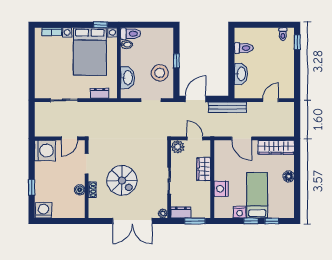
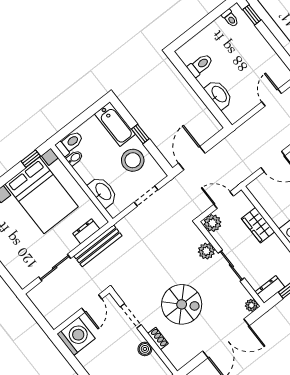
bathtub: (166, 43) -> (115, 124), added
bench: (227, 107) -> (98, 246), moved
plant: (161, 160) -> (206, 251), added

